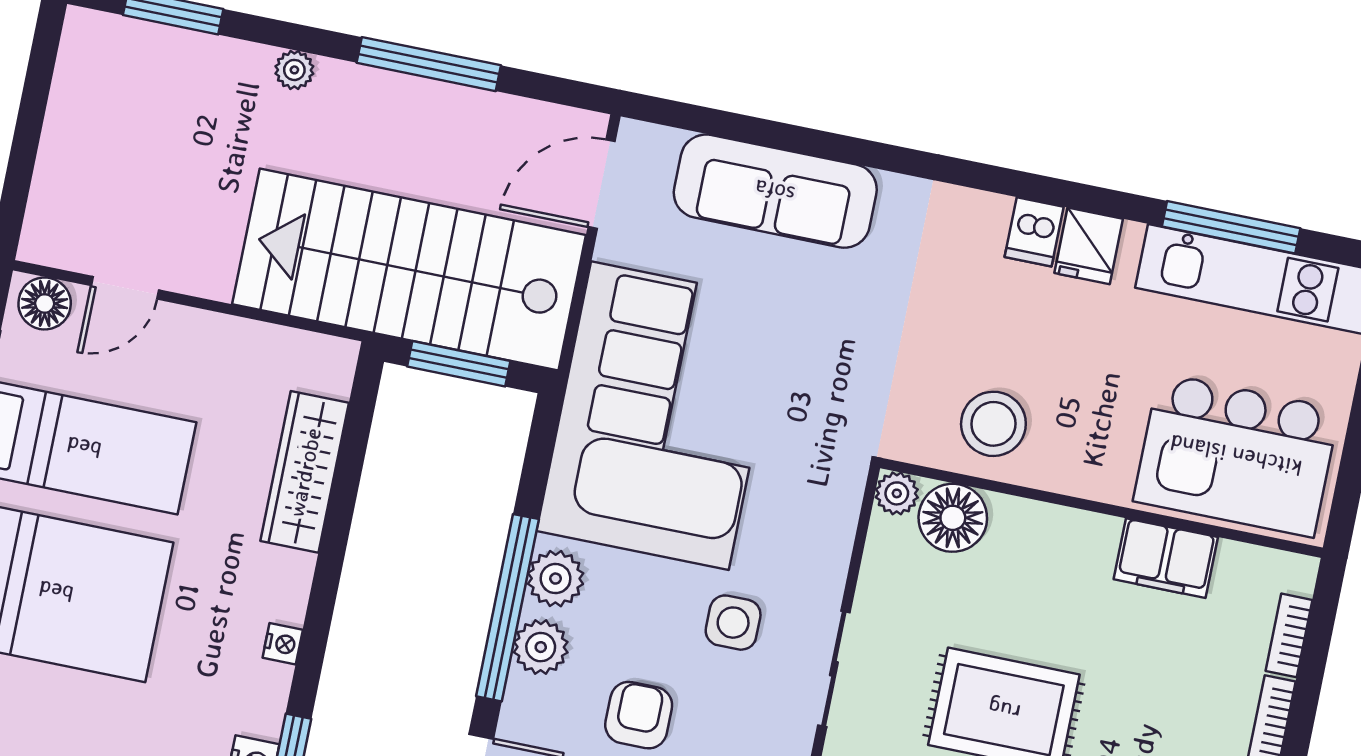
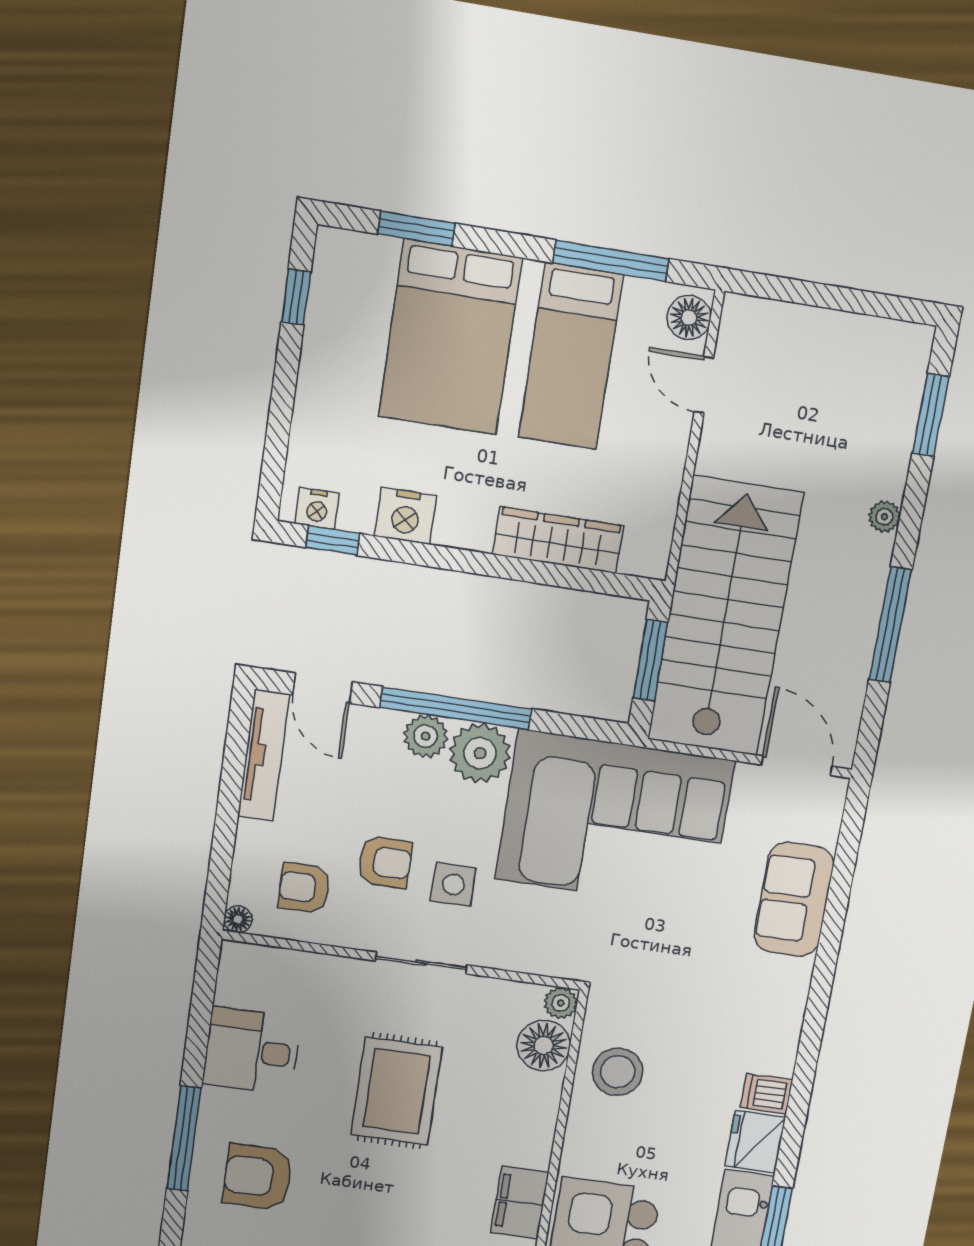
sofa: (775, 191) -> (794, 899), width x0.73
fridge: (1089, 246) -> (755, 1142), width x1.38
plant: (556, 579) -> (480, 753), width x1.36, depth x1.36
nightstand: (283, 644) -> (406, 516), width x1.89, depth x1.79
armchair: (639, 715) -> (385, 862), moved

